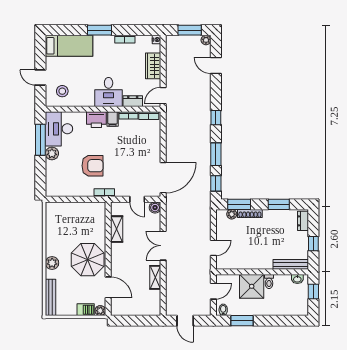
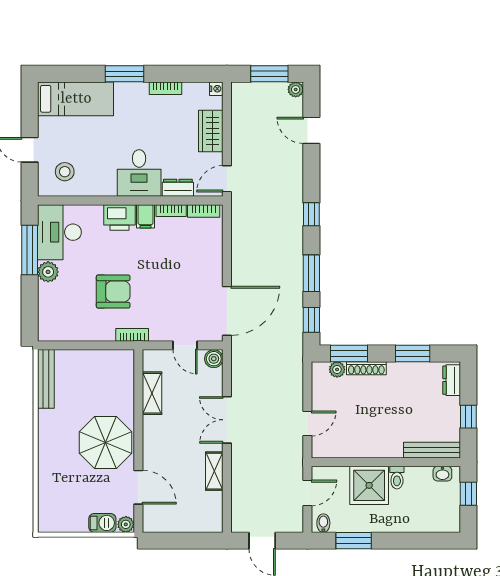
plant: (52, 263) -> (48, 448), removed
bench: (51, 297) -> (46, 379), moved

